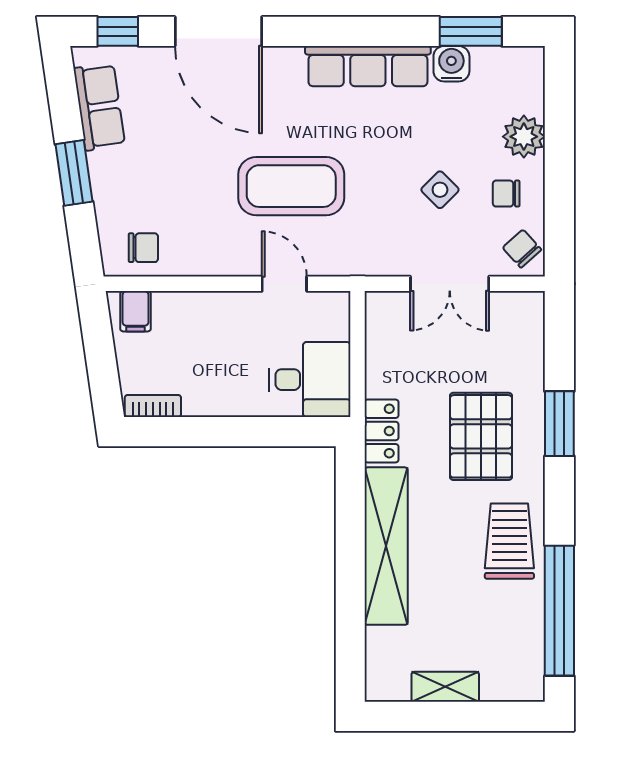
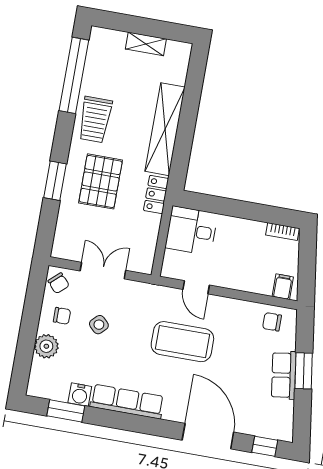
row of seats: (99, 107) -> (284, 375), moved

